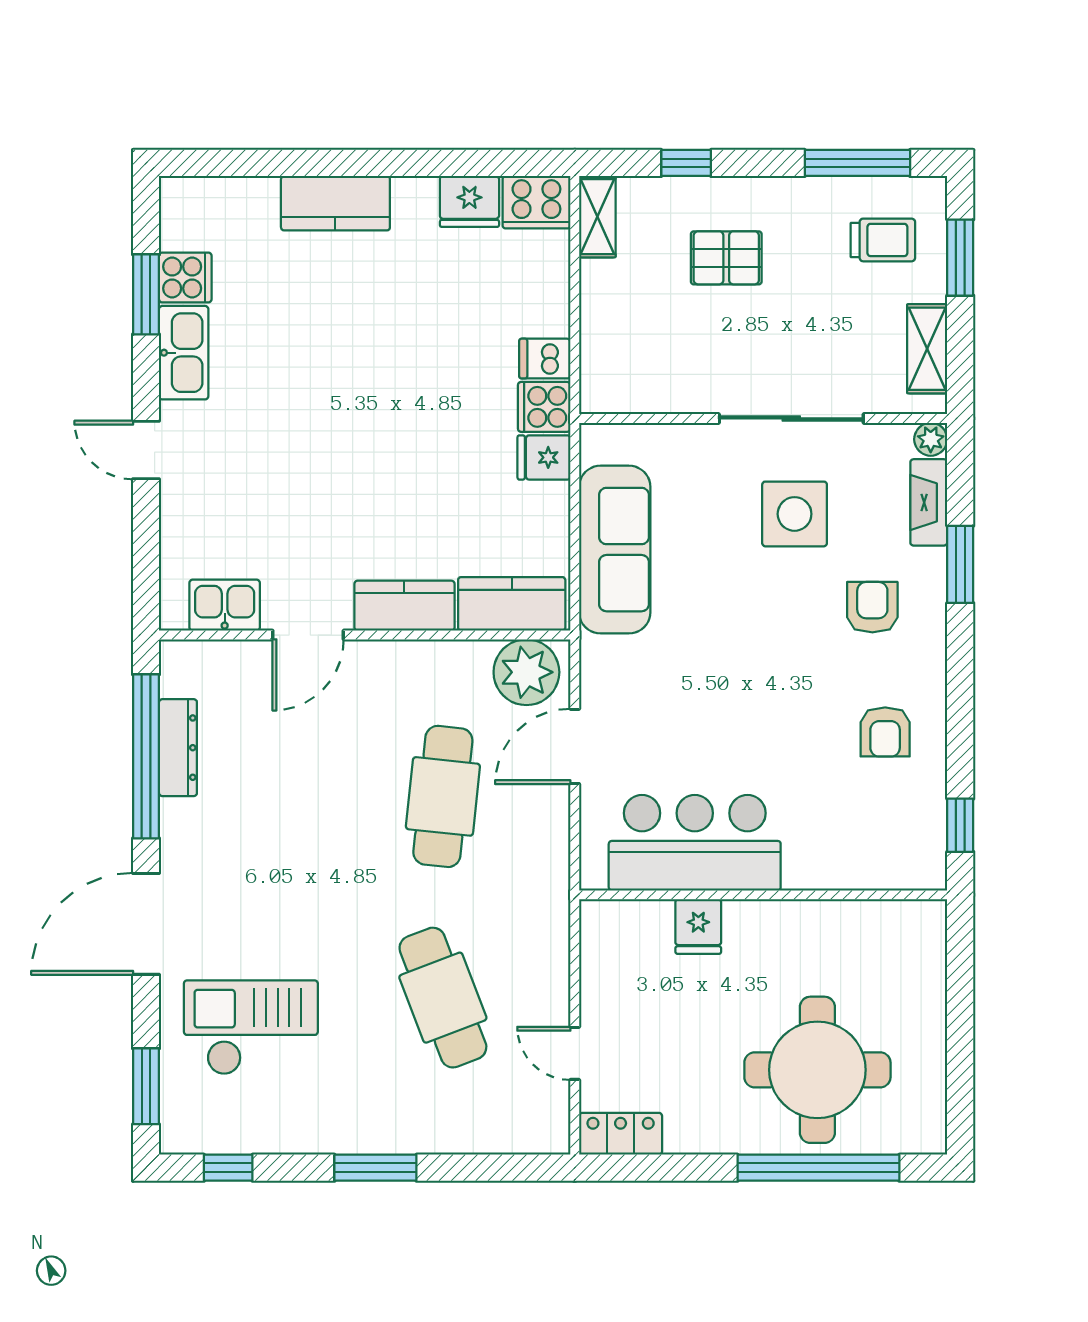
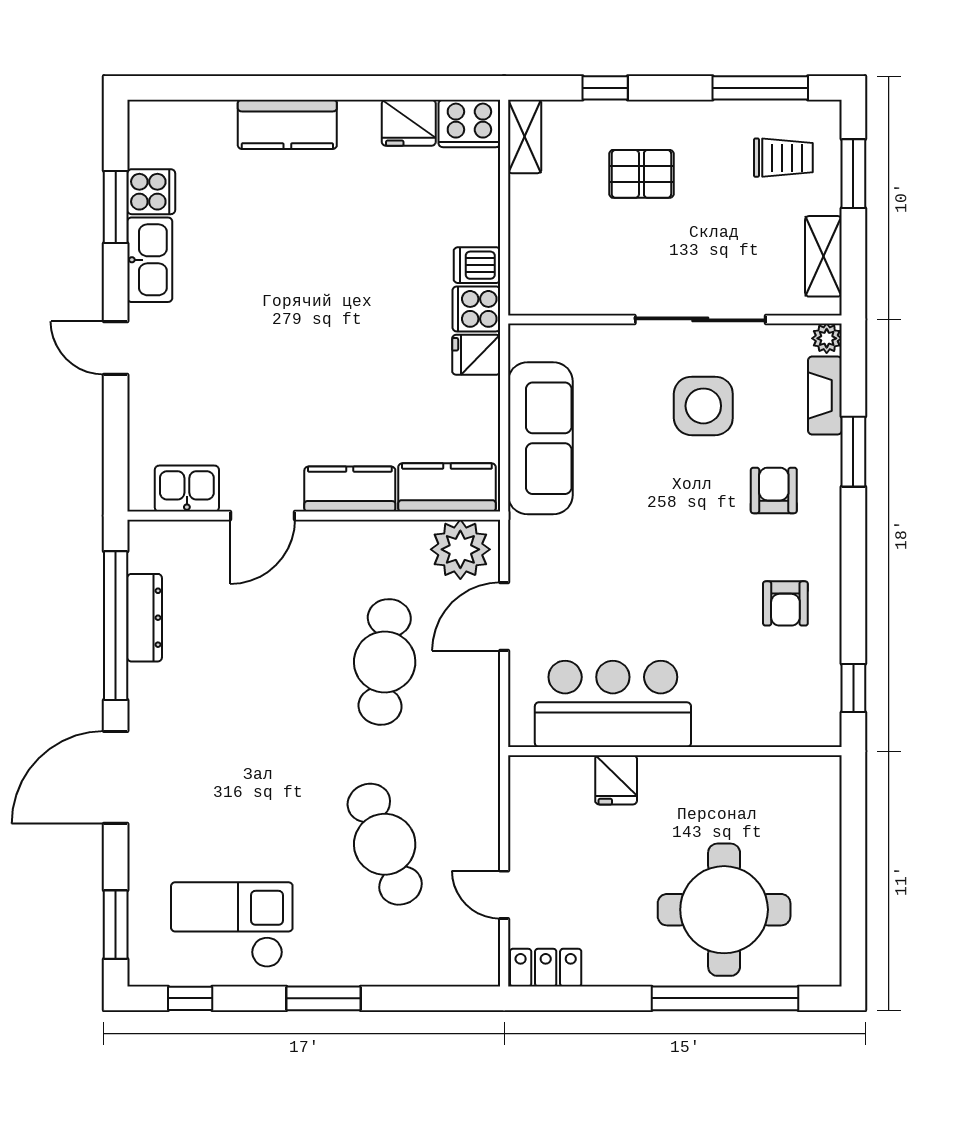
checkout: (251, 1027) -> (232, 925), moved

